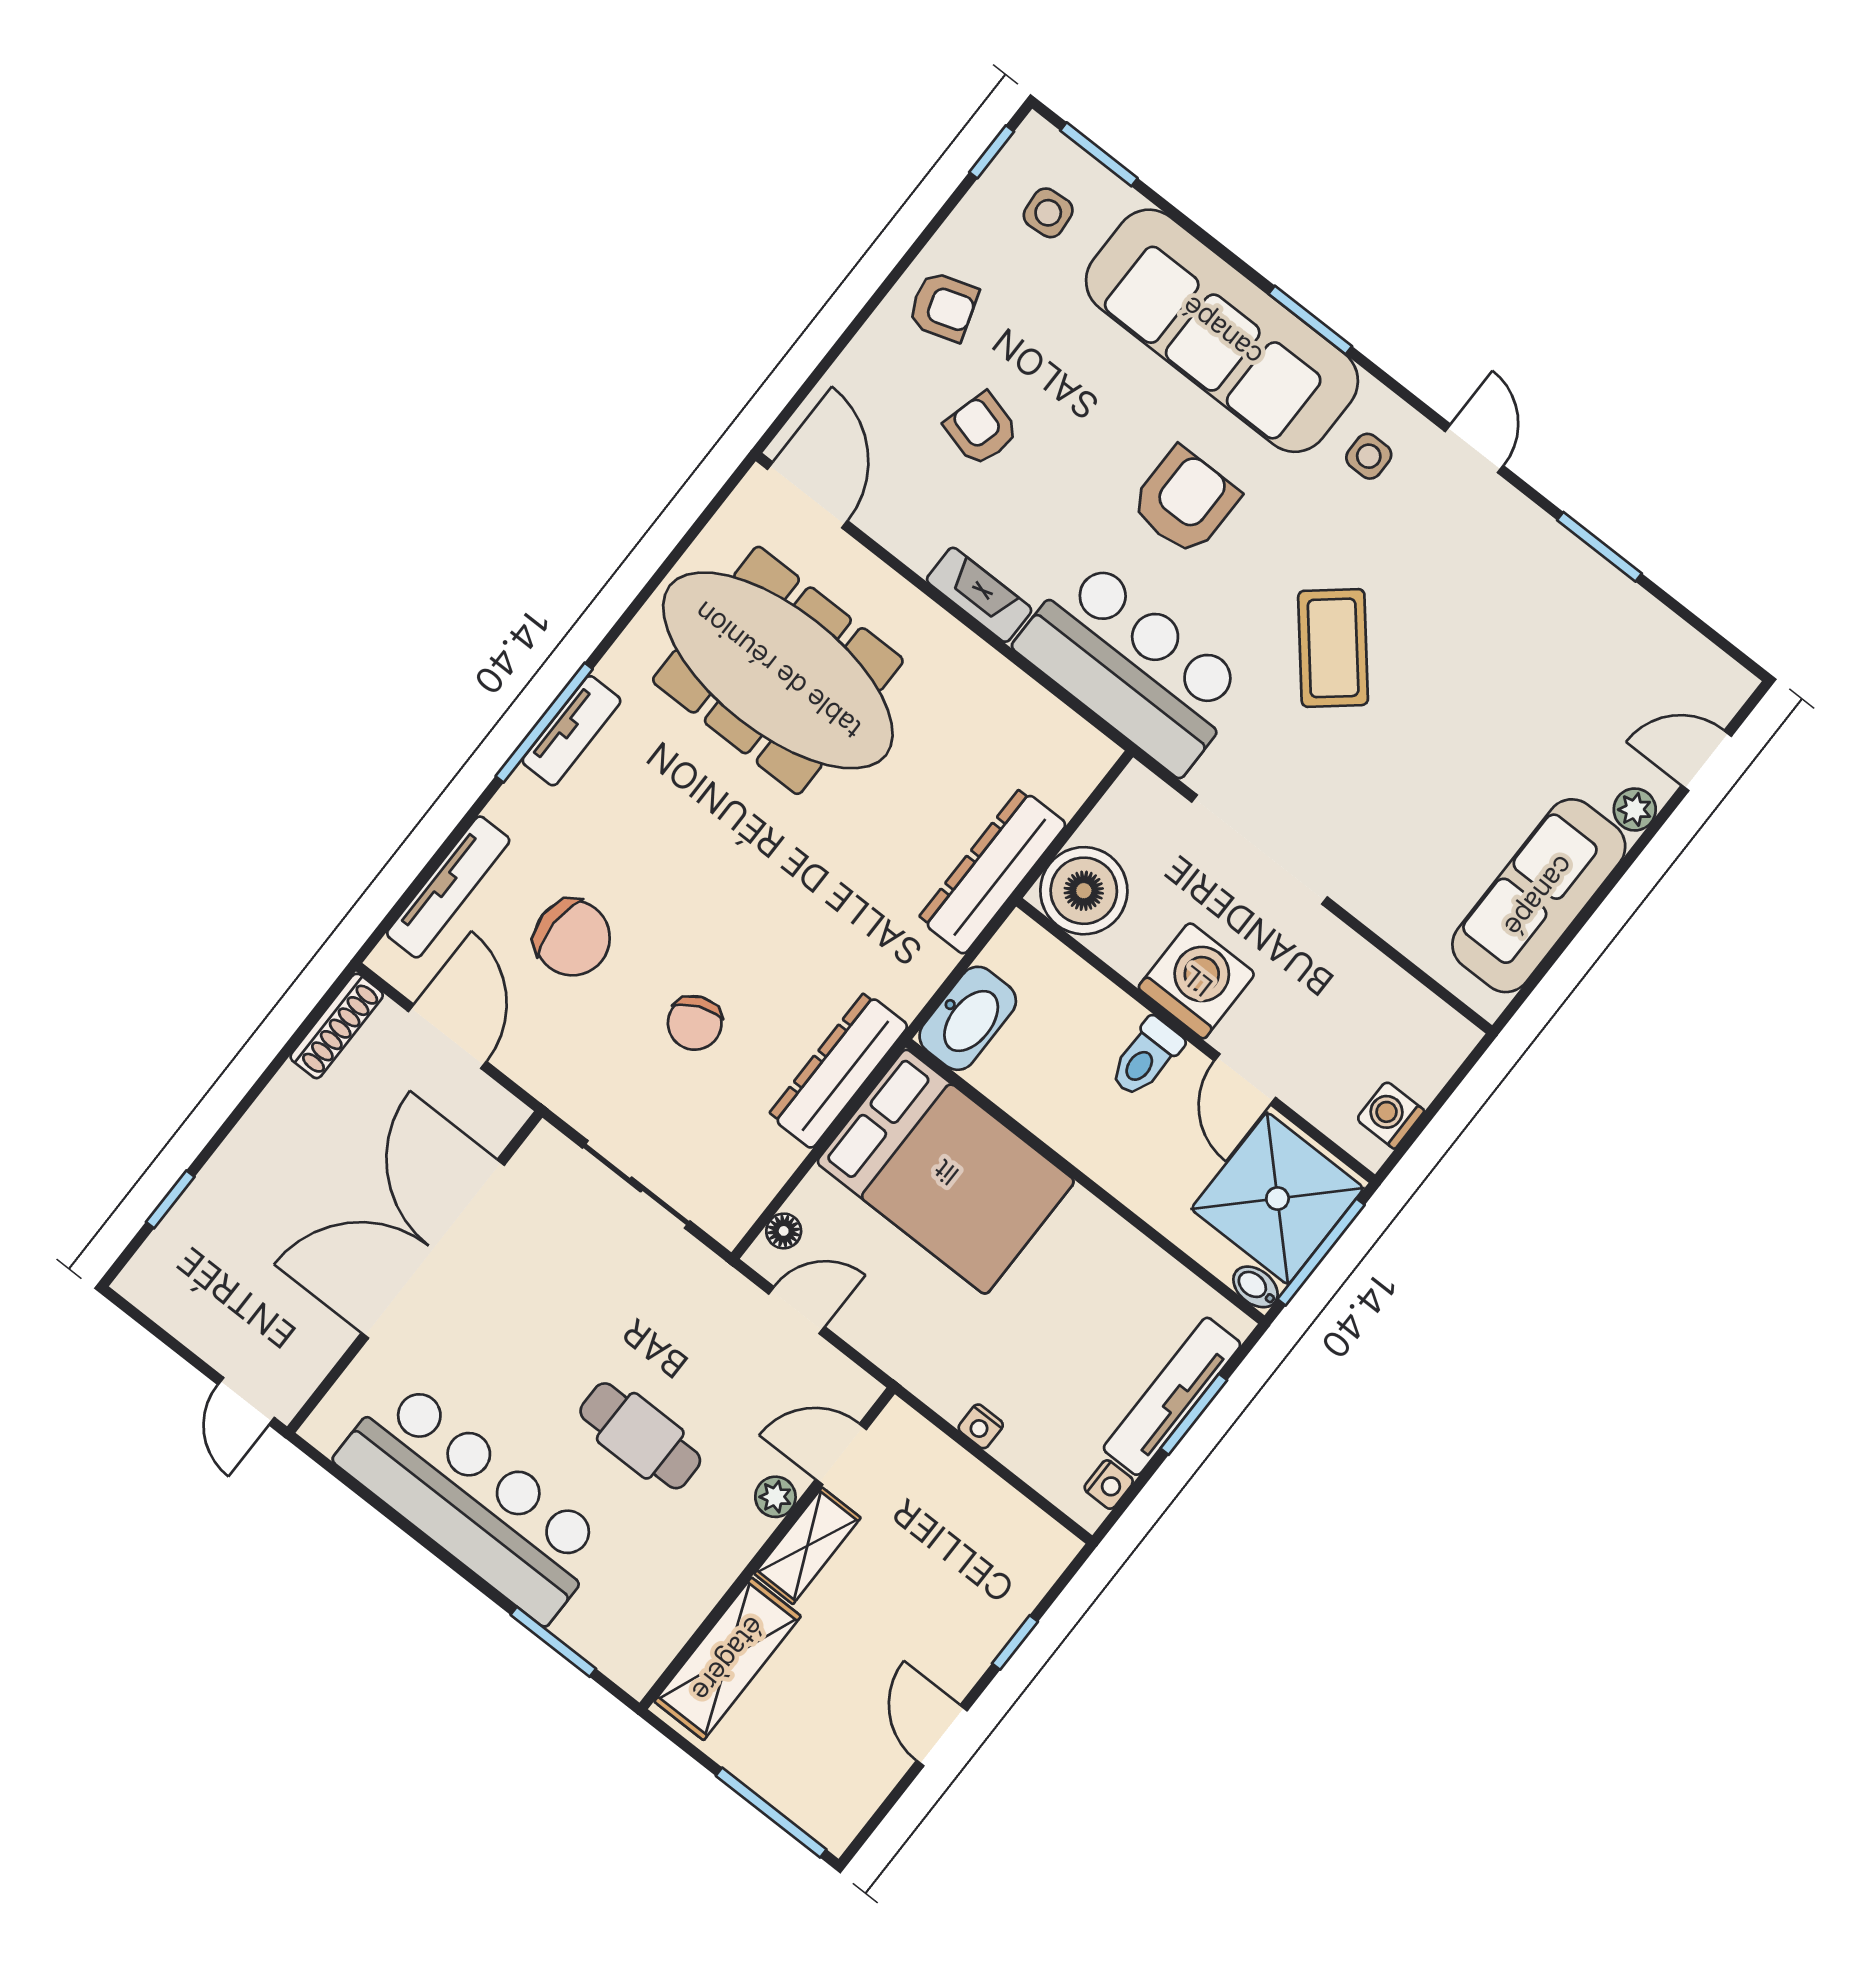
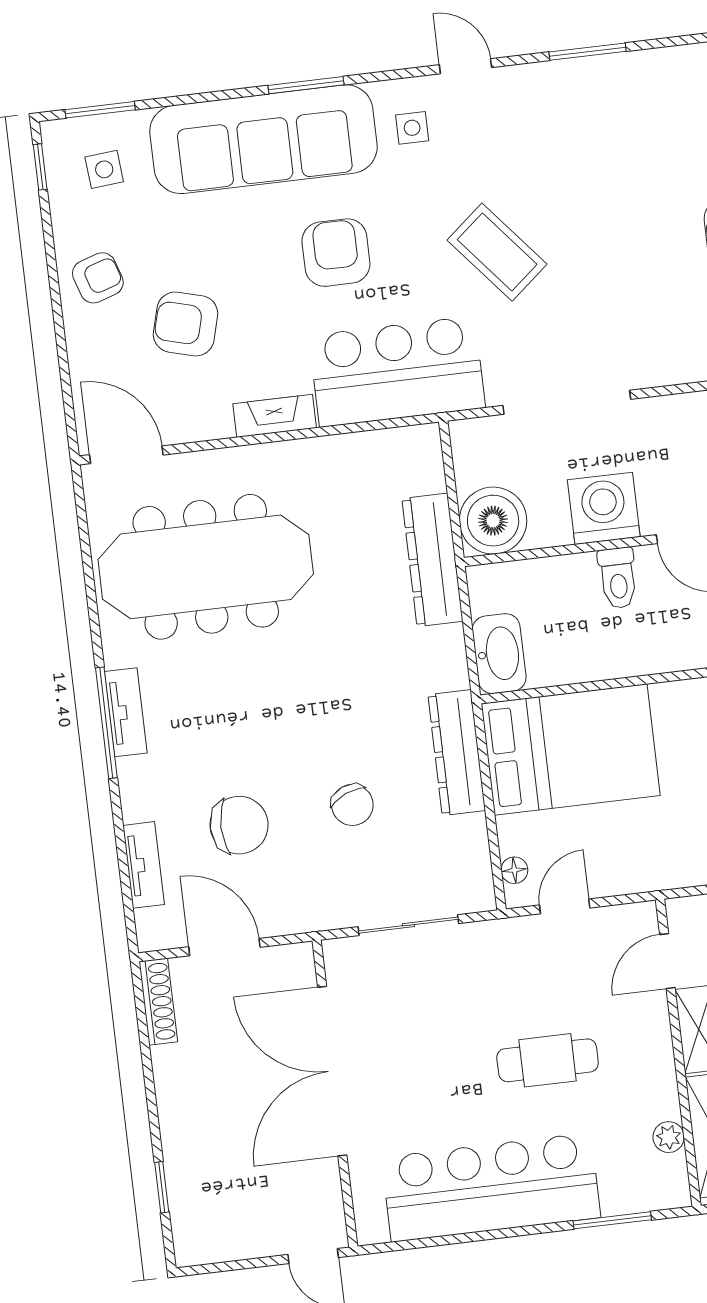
armchair: (981, 429) -> (186, 324), width x1.38, depth x1.38
tv unit: (448, 887) -> (144, 865), width x0.71
plant: (775, 1497) -> (669, 1137), moved

